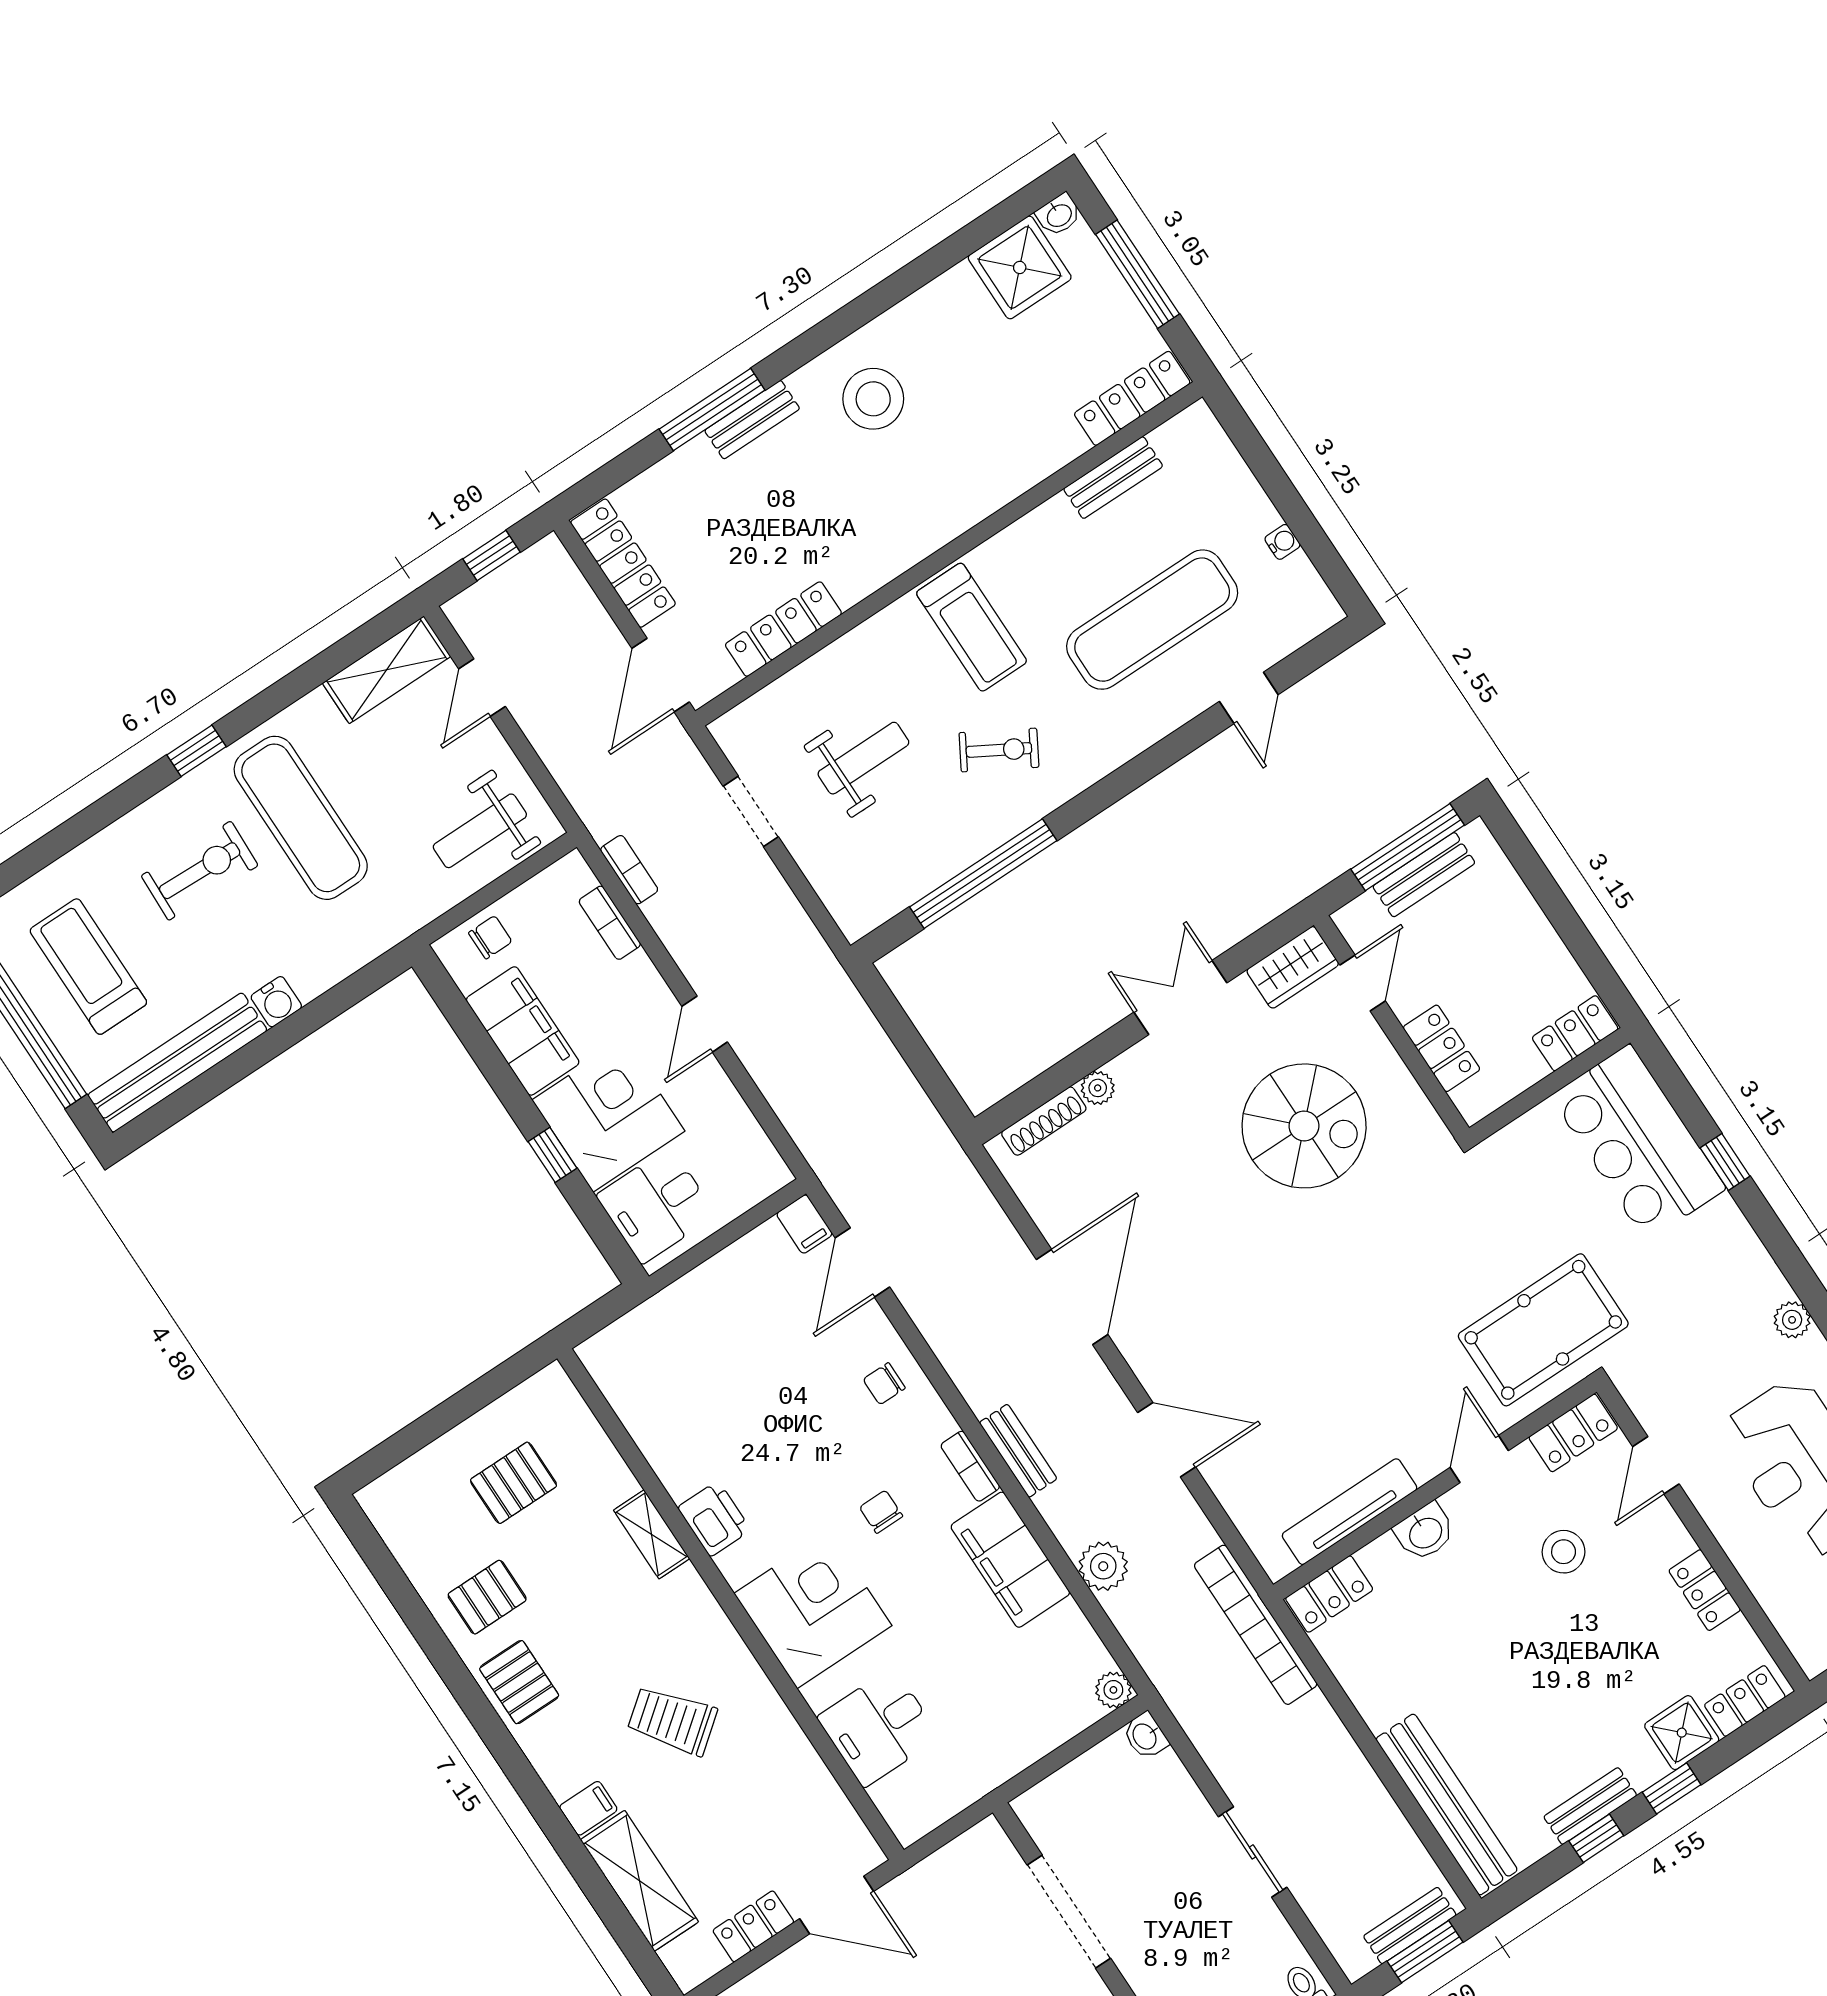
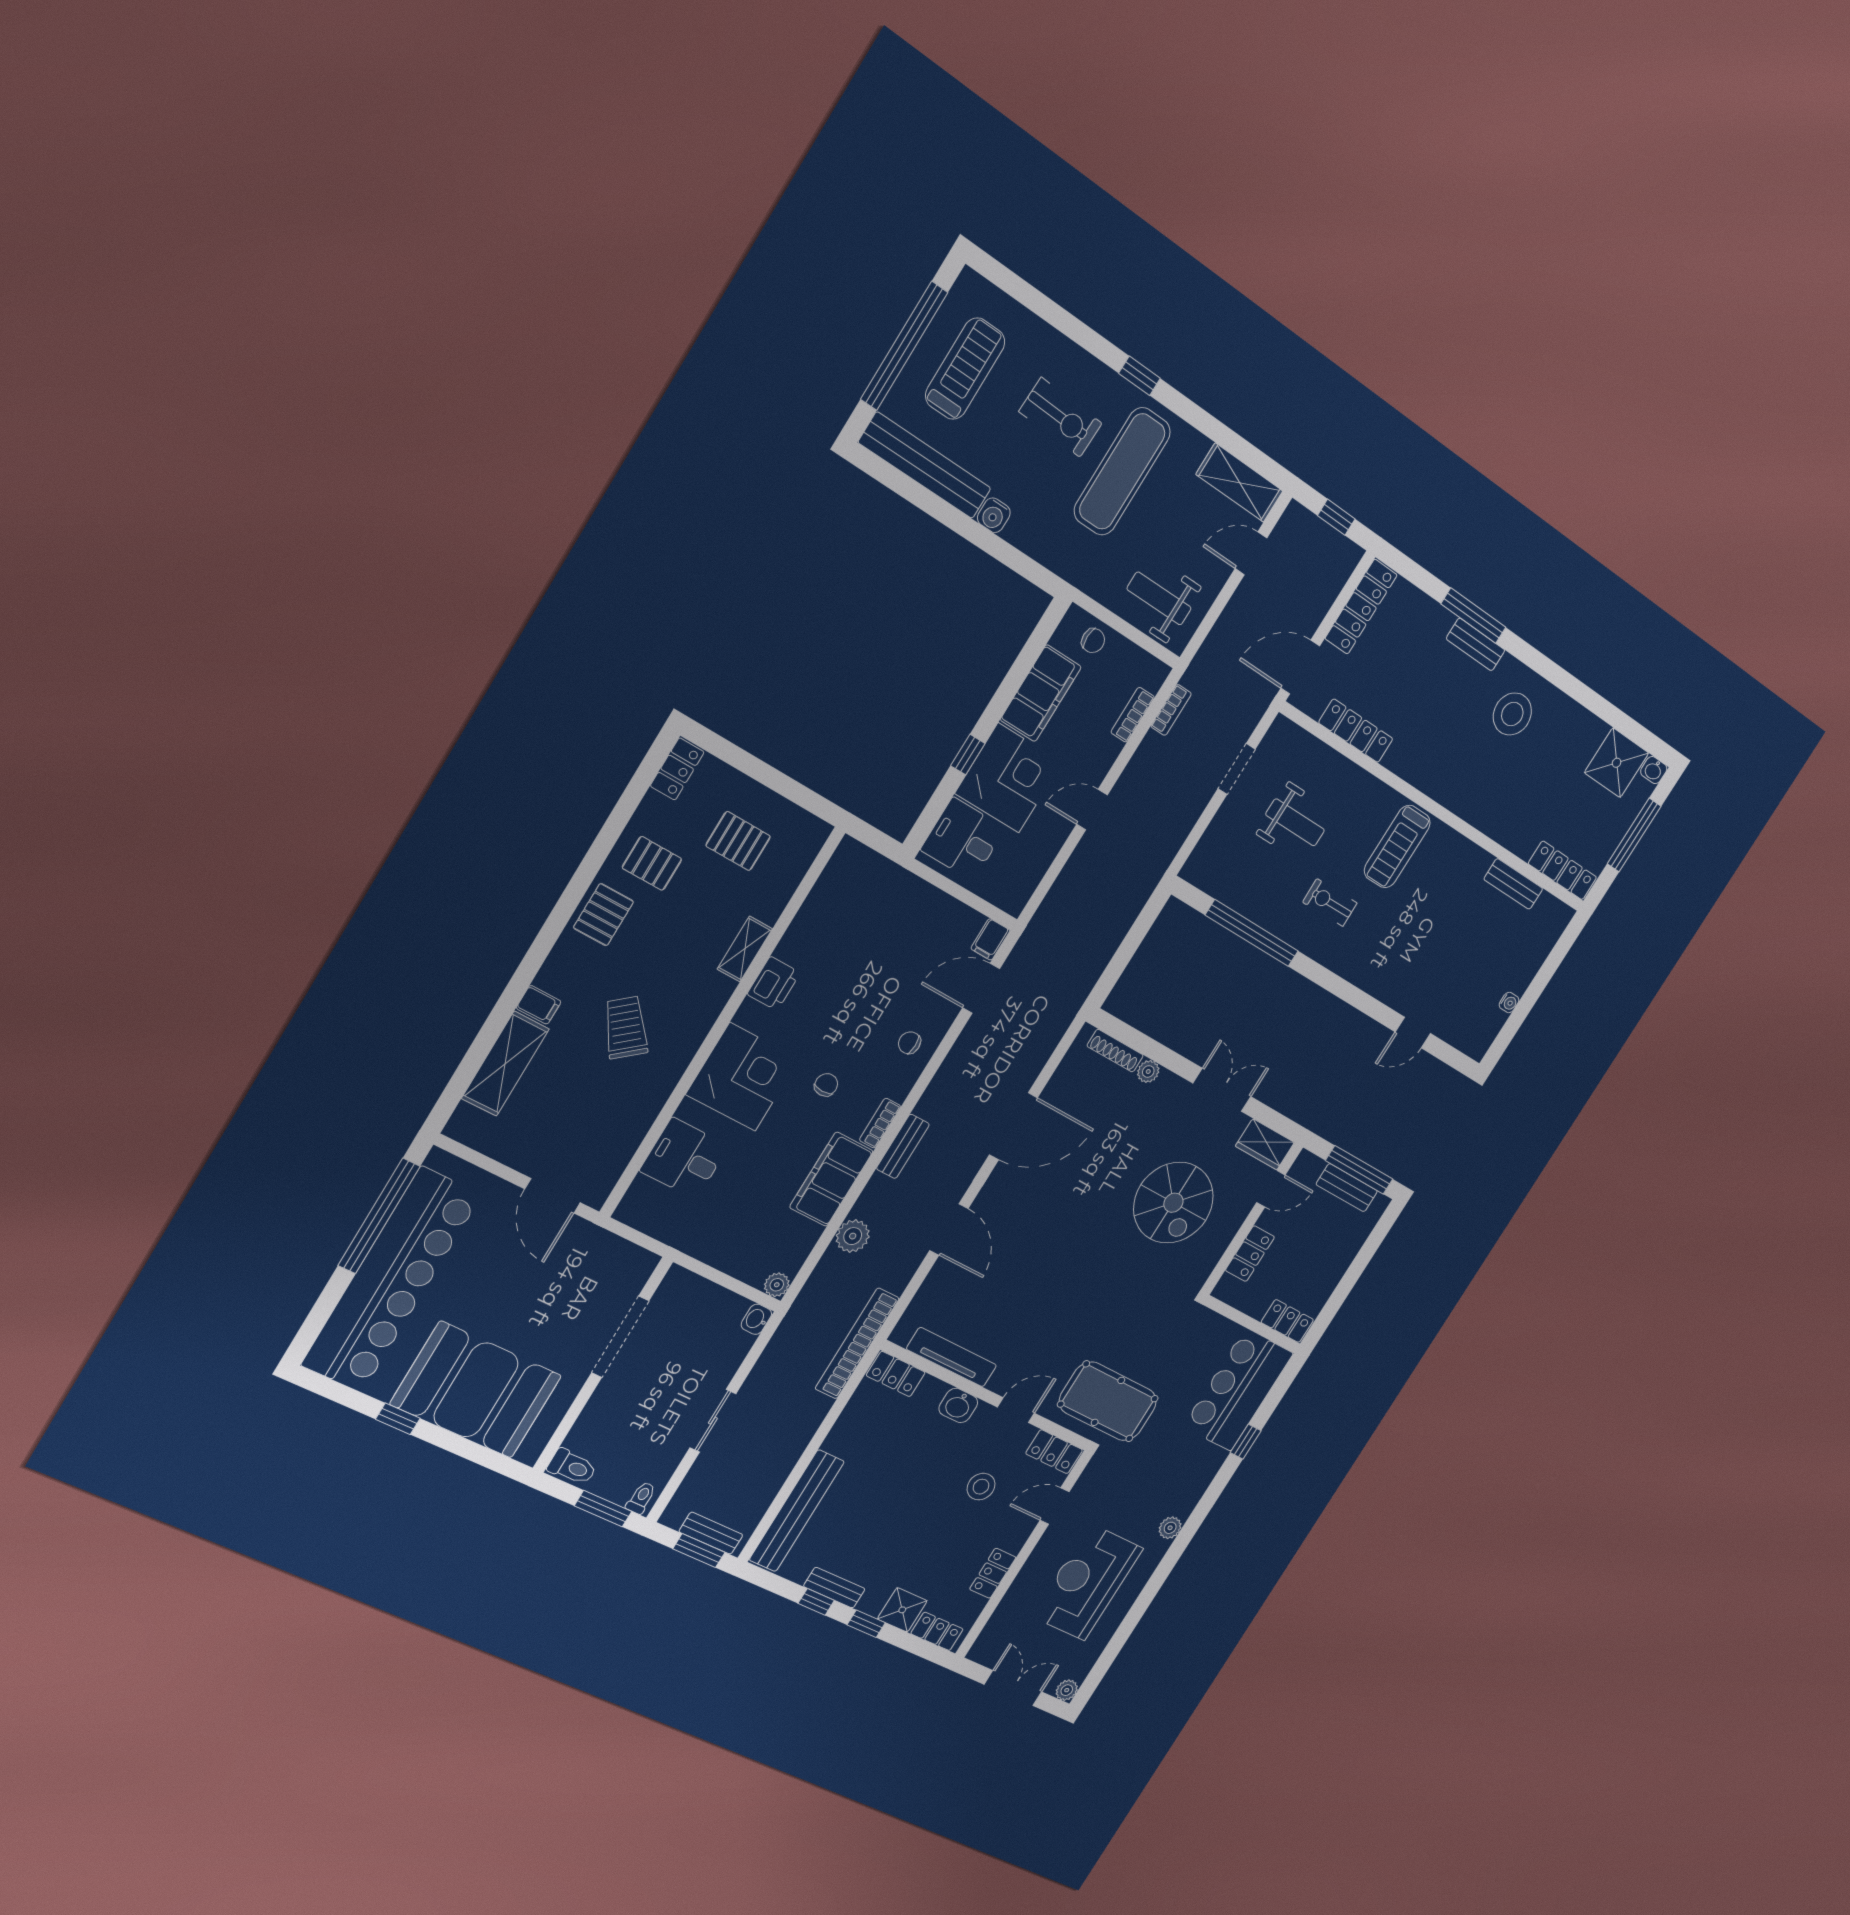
exercise mat: (1152, 620) -> (1439, 952), removed
exercise bike: (999, 750) -> (1330, 902), turned 149
locker: (753, 1926) -> (677, 769), moved, turned 90

